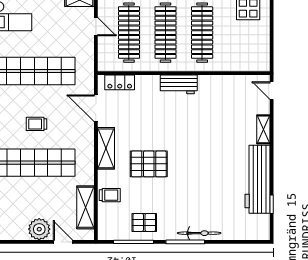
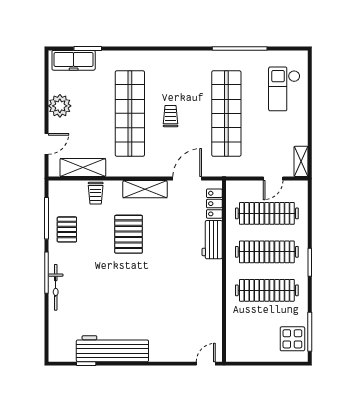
workbench: (179, 84) -> (212, 240), moved
shelving: (263, 129) -> (165, 355), removed
plant: (39, 229) -> (60, 106), moved

